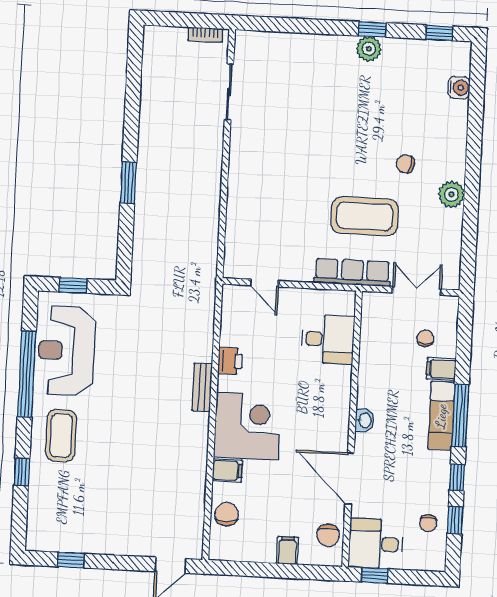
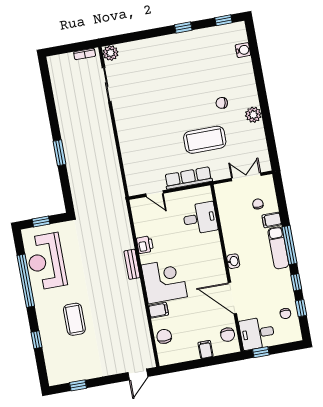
plant: (369, 49) -> (111, 53), moved
row of seats: (352, 272) -> (188, 178), moved
coffee table: (61, 436) -> (74, 319), moved

